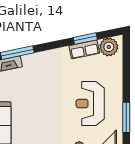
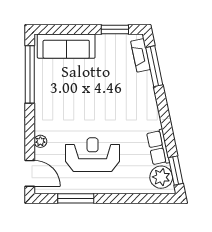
window: (85, 39) -> (176, 171), moved

